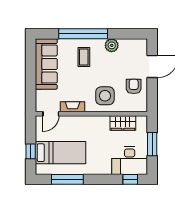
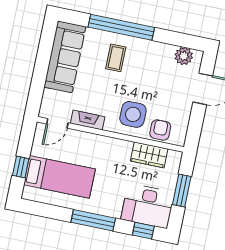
plant: (112, 45) -> (184, 56), moved
armchair: (134, 86) -> (160, 130), moved
window: (67, 179) -> (93, 220), moved

